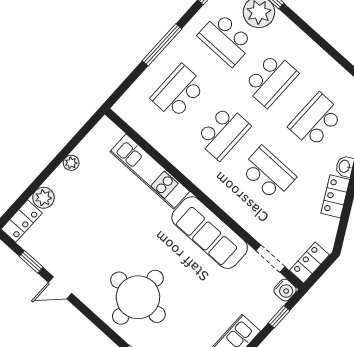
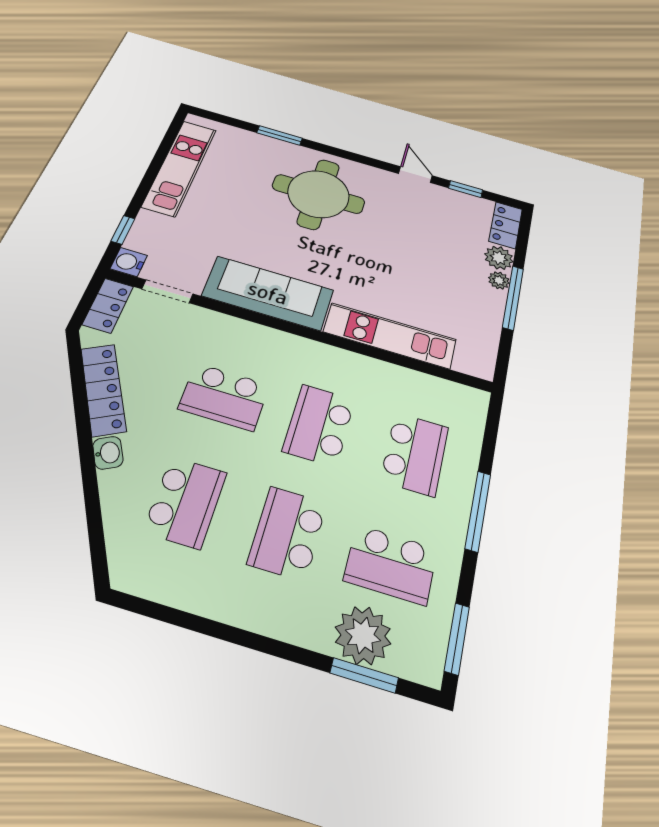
school desk: (226, 39) -> (391, 564), turned 180
plant: (71, 163) -> (499, 280), moved
window: (54, 165) -> (513, 298), added
locker: (335, 196) -> (103, 389), width x1.53
door: (60, 288) -> (415, 175), hinge flipped

